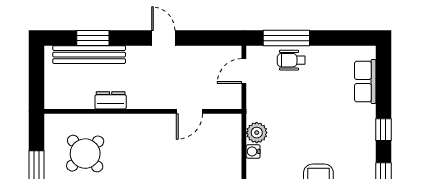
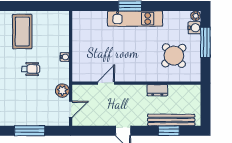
window: (286, 38) -> (30, 131), moved
wheelchair: (291, 60) -> (31, 69), moved
plant: (257, 133) -> (62, 91), moved

